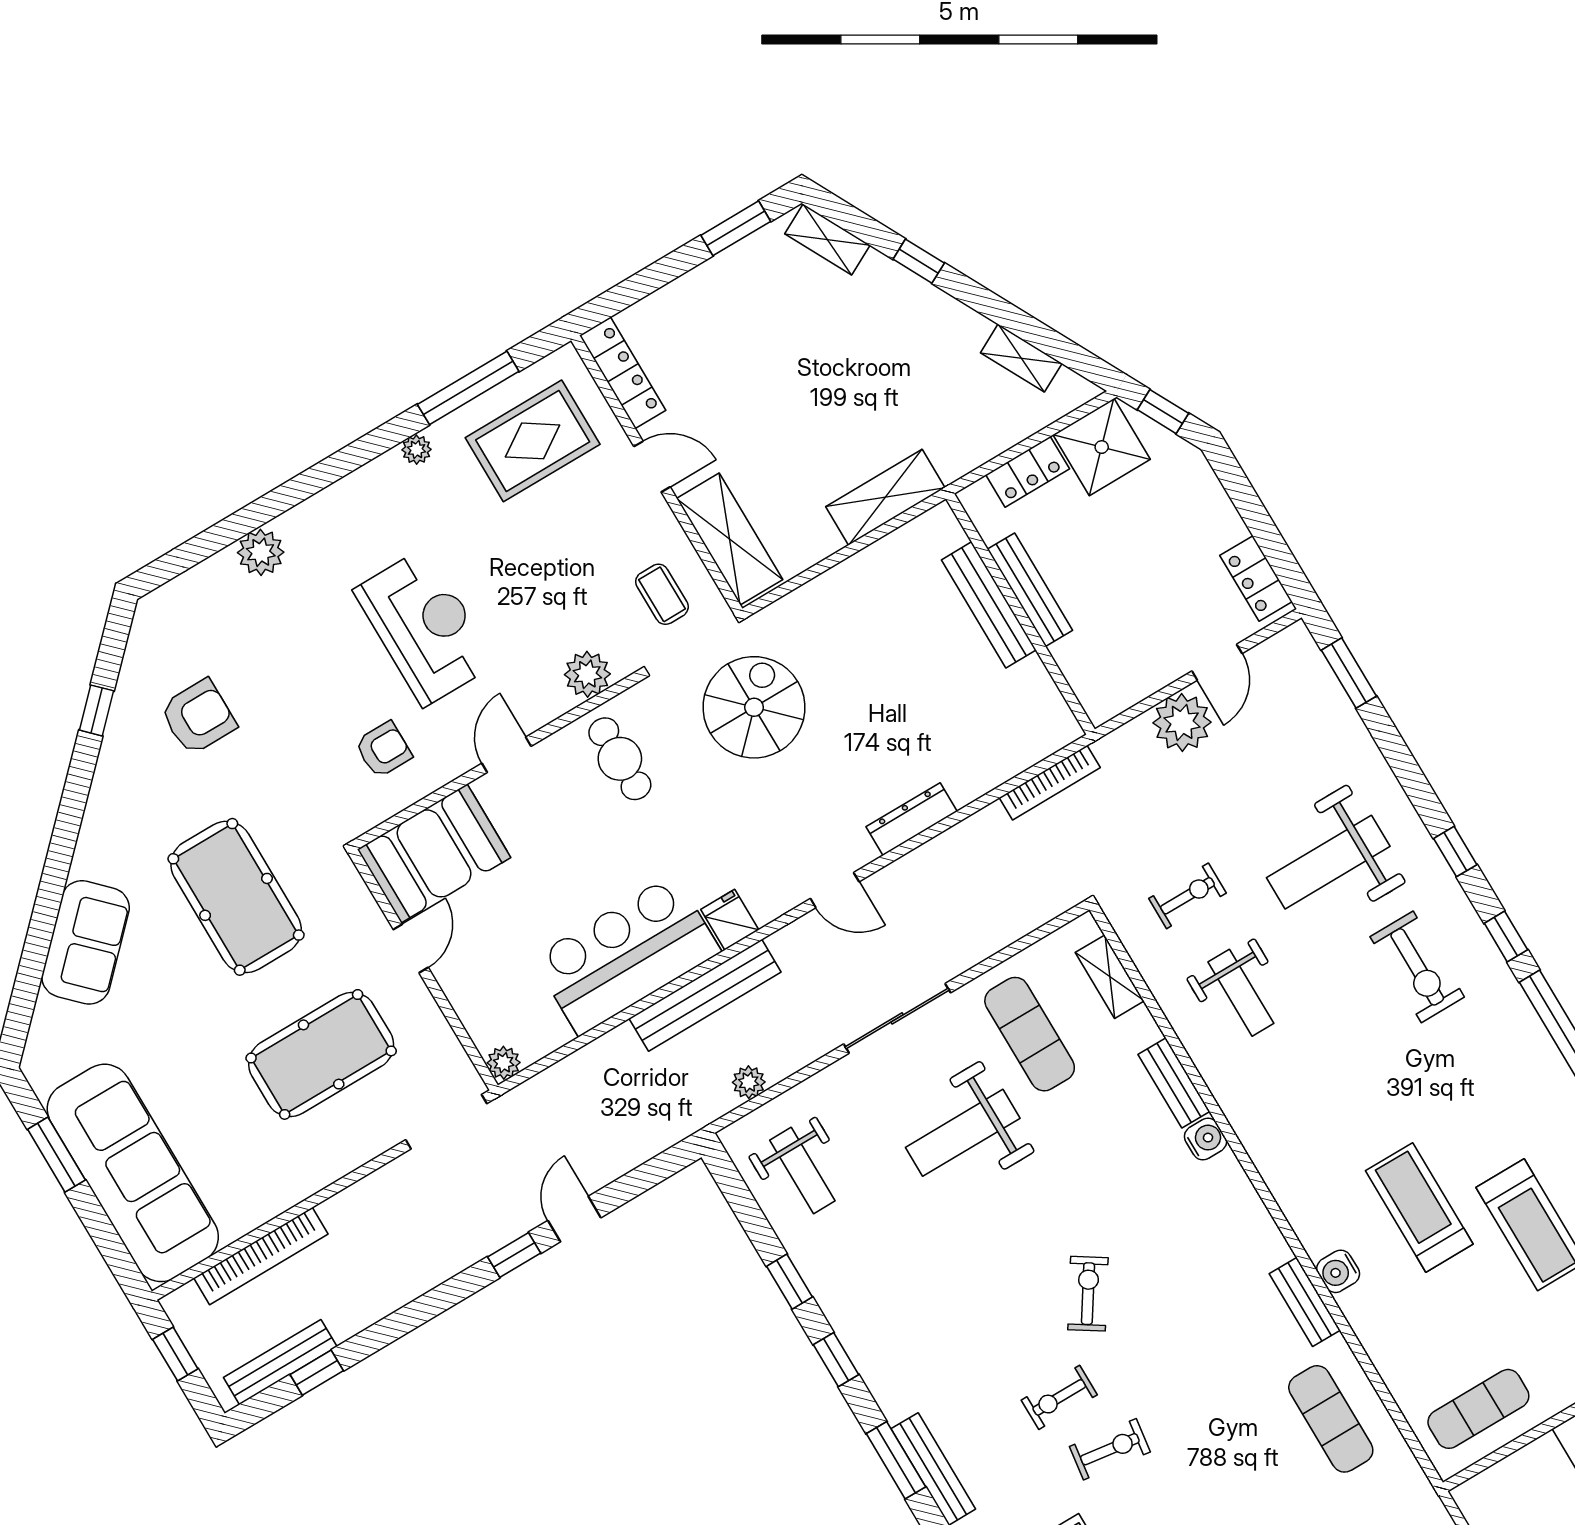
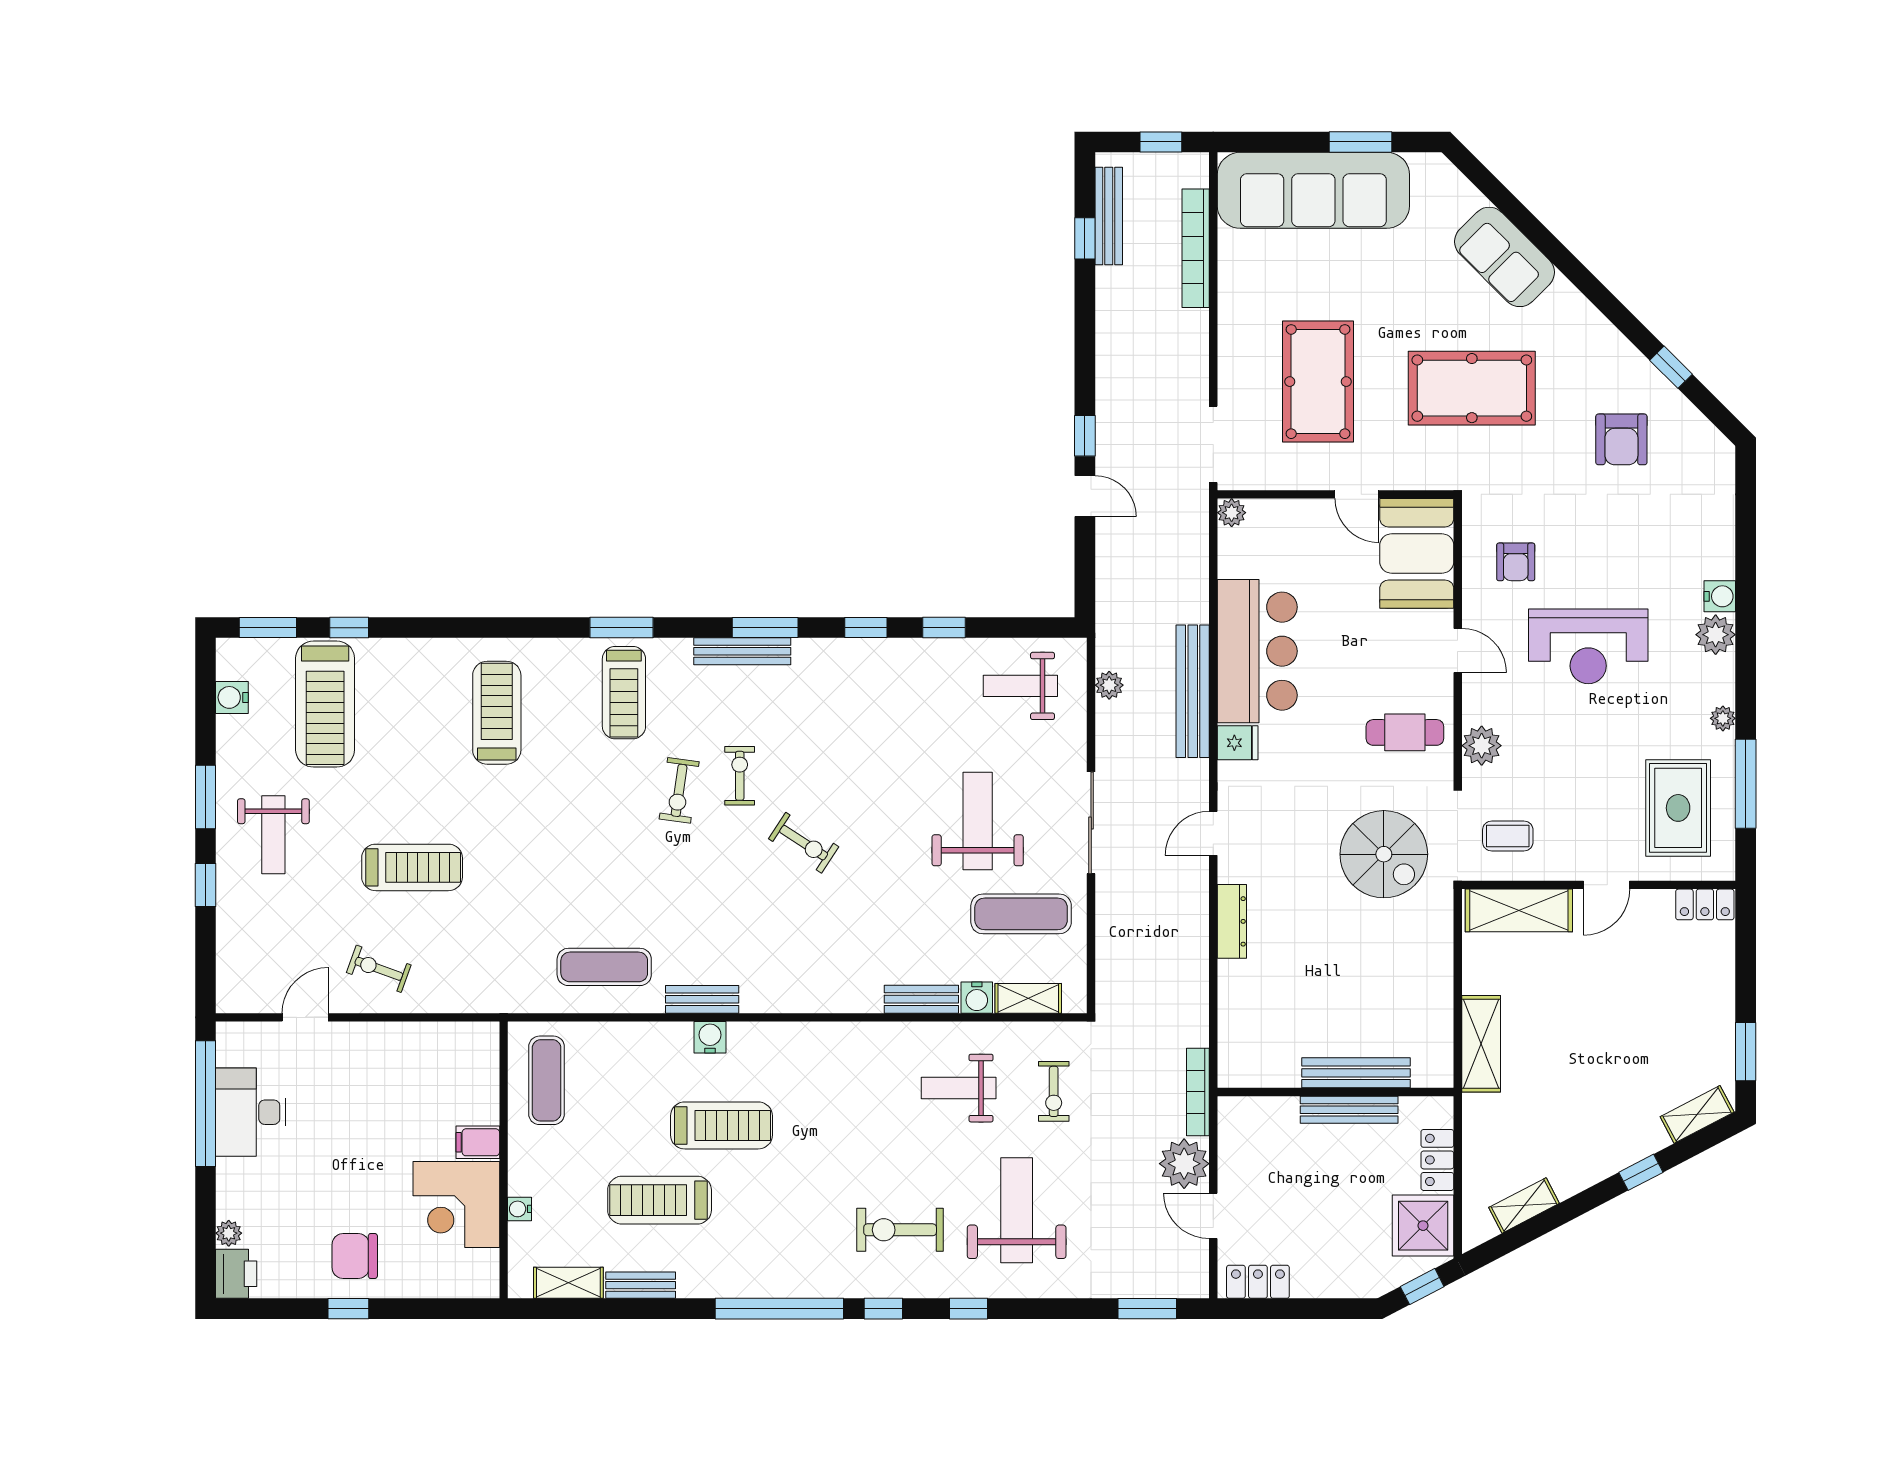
locker: (623, 373) -> (1705, 904), width x0.66
water cooler: (296, 525) -> (1720, 596), added
plant: (261, 552) -> (1716, 635), moved
bookcase: (1050, 783) -> (1198, 1092), moved
water cooler: (1205, 1139) -> (977, 998), moved

